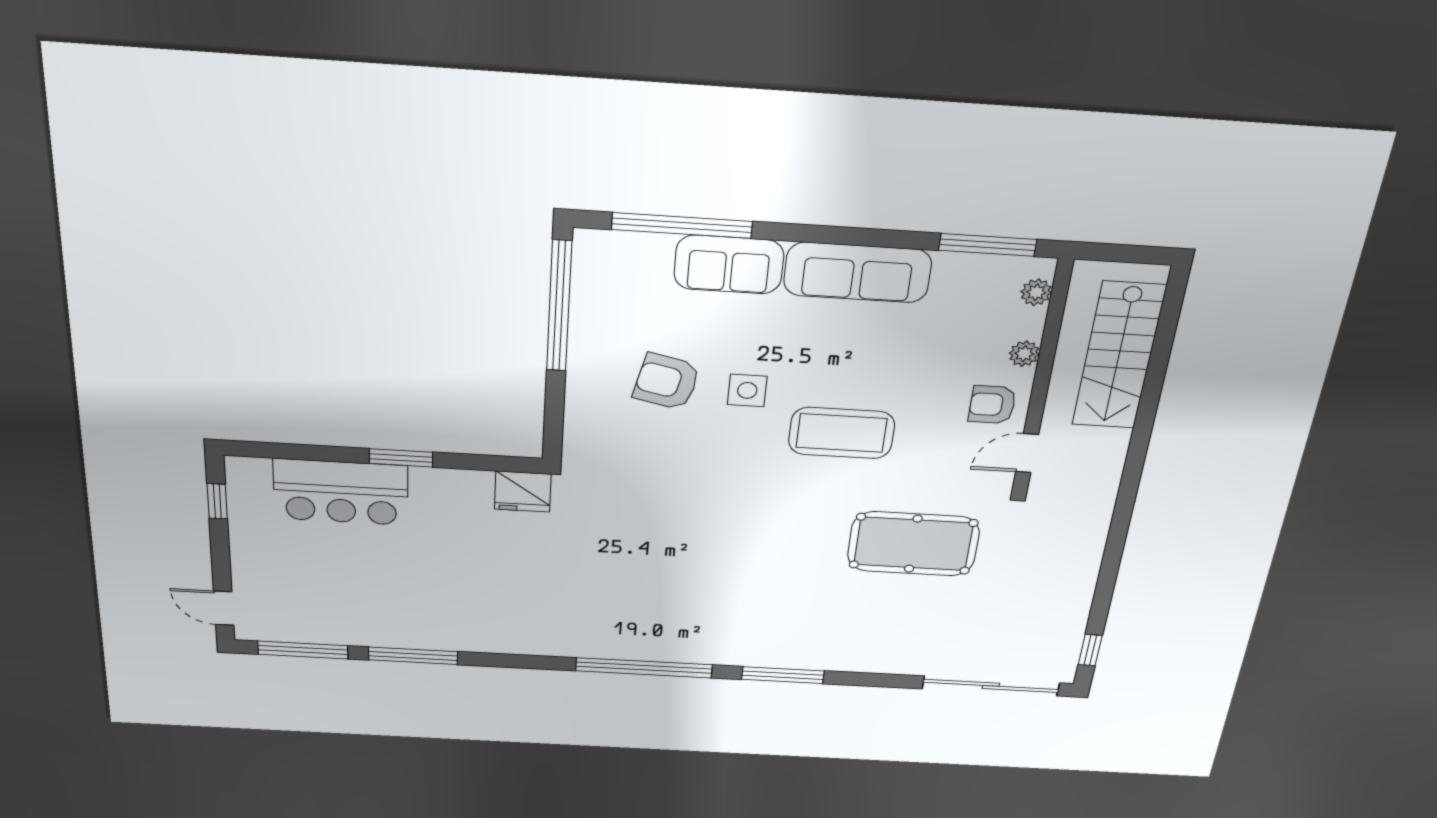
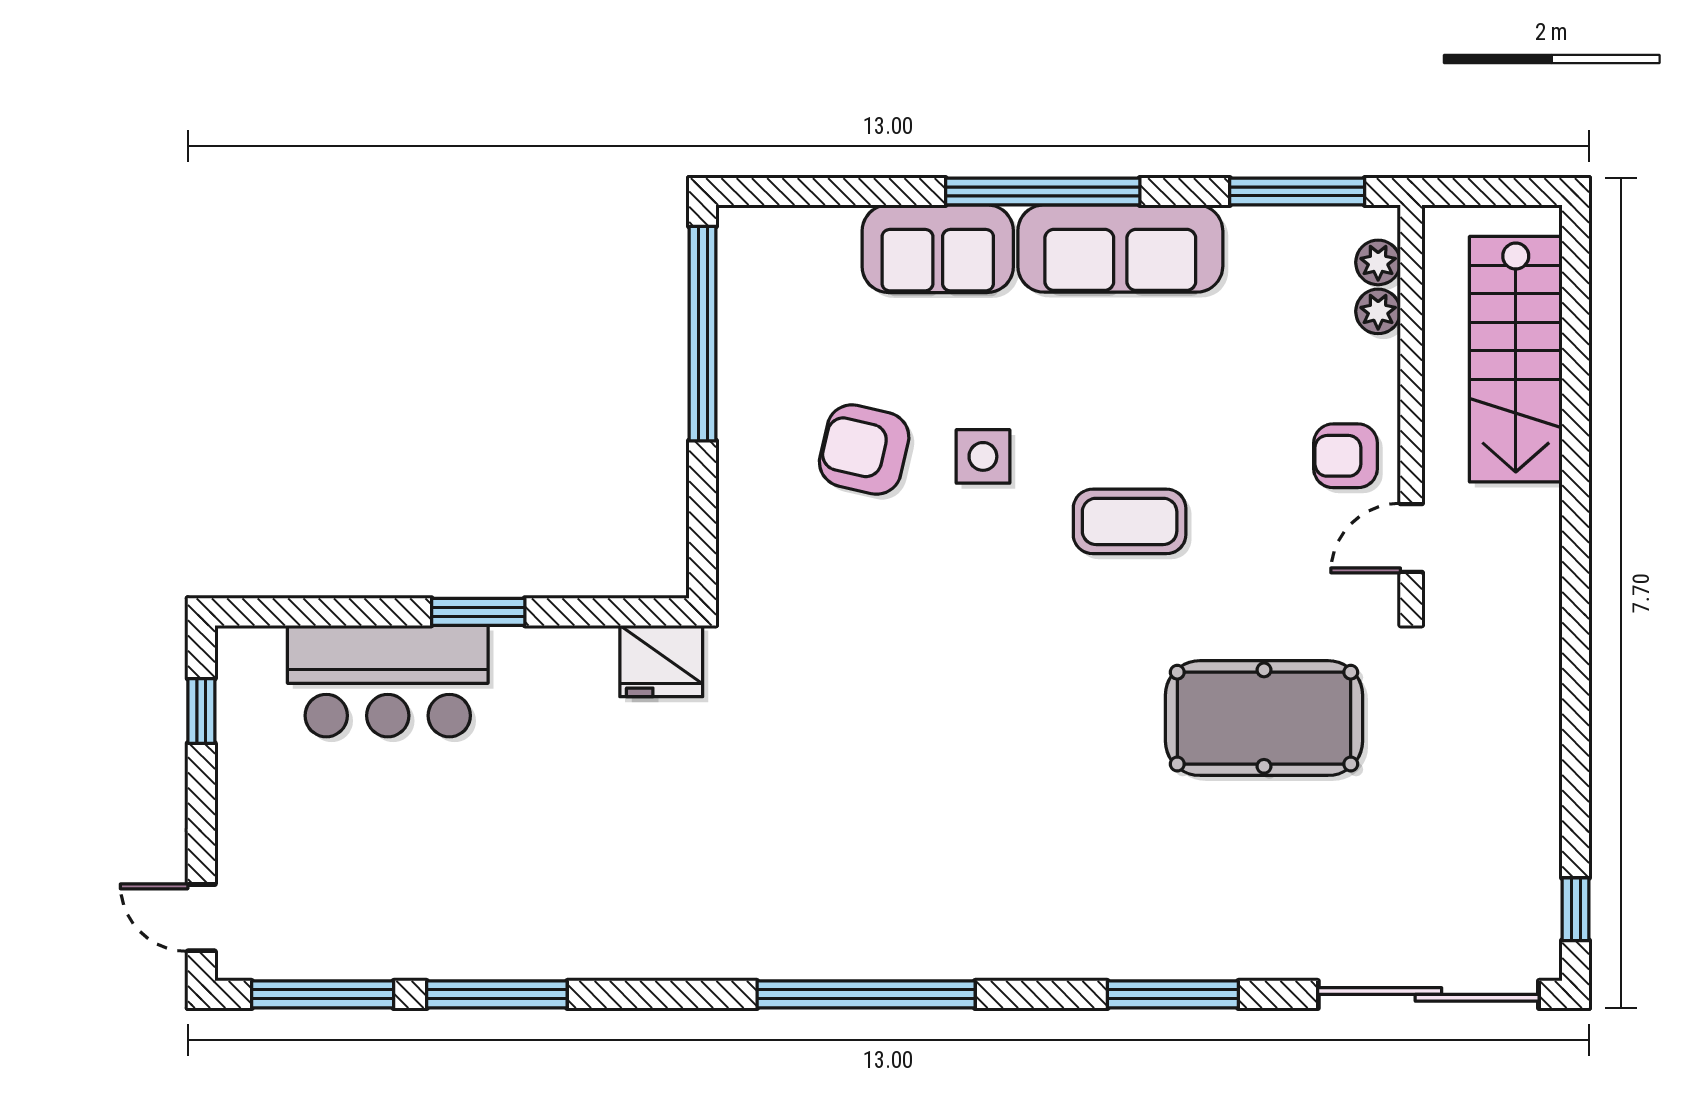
window: (682, 225) -> (1043, 191), moved
plant: (1024, 354) -> (1378, 311), moved
coffee table: (842, 433) -> (1130, 521), width x0.73, depth x0.76
window: (783, 675) -> (1173, 994), moved

